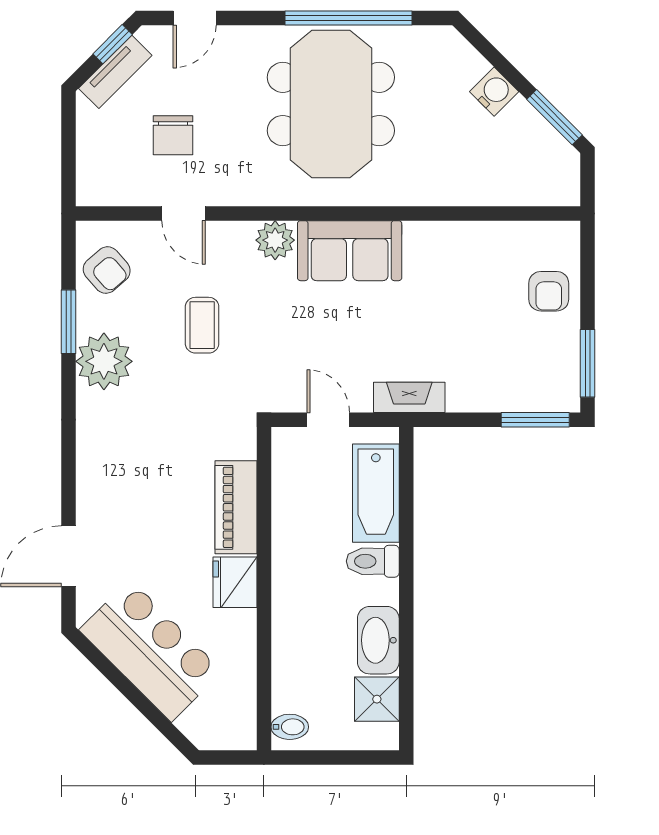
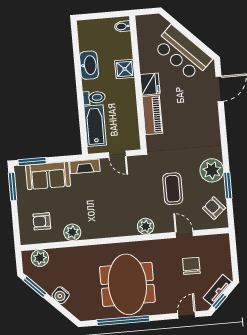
plant: (537, 186) -> (40, 258), added
plant: (453, 241) -> (72, 232), added
sofa: (350, 251) -> (48, 176), moved, turned 180
armchair: (549, 291) -> (42, 221), moved, turned -90
coffee table: (202, 325) -> (173, 189), width x1.36, depth x1.30
shower: (377, 699) -> (125, 69), moved

